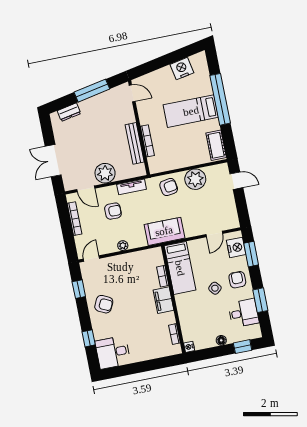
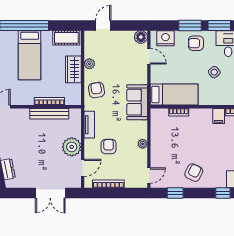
wardrobe: (185, 159) -> (73, 69), added
plant: (195, 179) -> (89, 64), width x0.53, depth x0.53
floor lamp: (232, 222) -> (141, 37), added
window: (251, 254) -> (190, 26), moved
door: (91, 259) -> (149, 176), swing flipped
side table: (215, 288) -> (214, 72), moved
filing cabinet: (163, 300) -> (219, 116), moved, width x0.50

